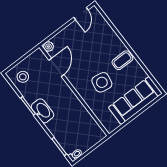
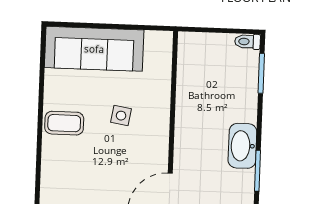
side table: (102, 82) -> (121, 116), width x0.54, depth x0.54

